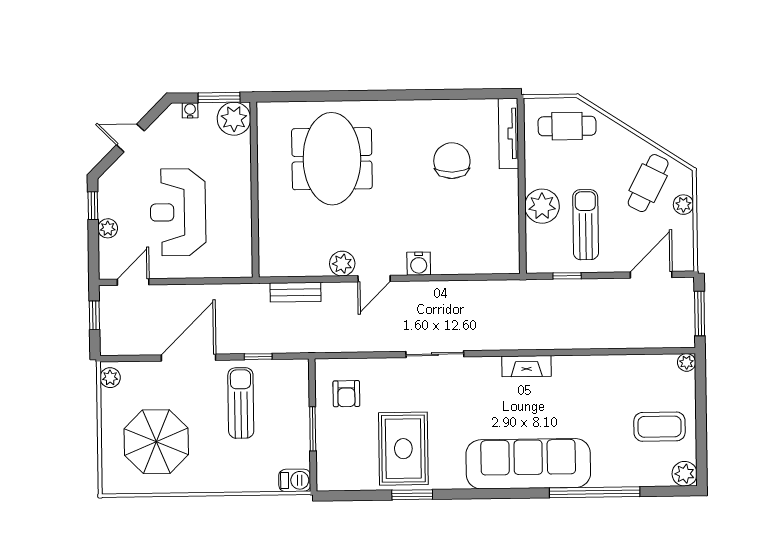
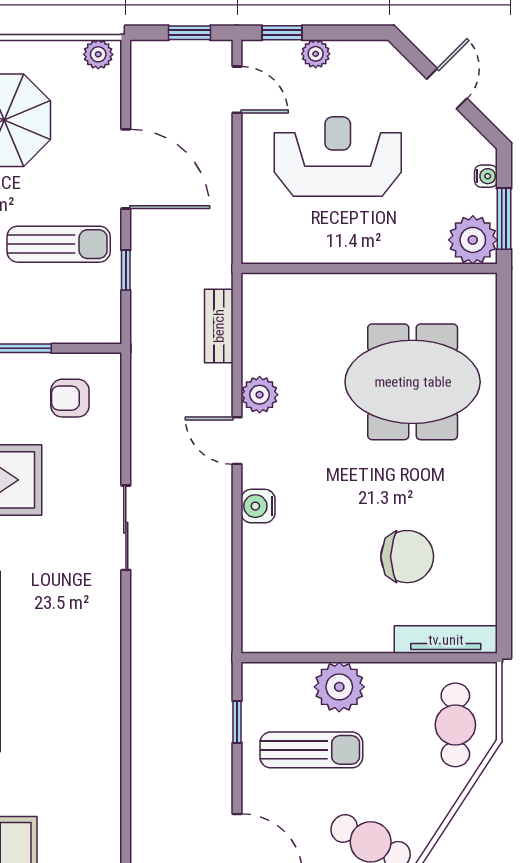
window: (93, 206) -> (282, 33), moved
fireplace: (527, 366) -> (106, 661), removed

